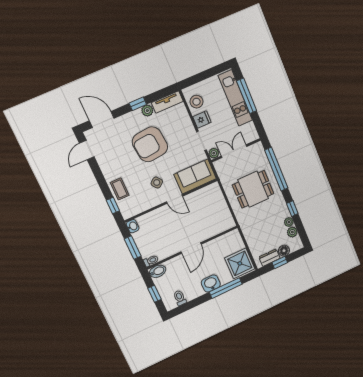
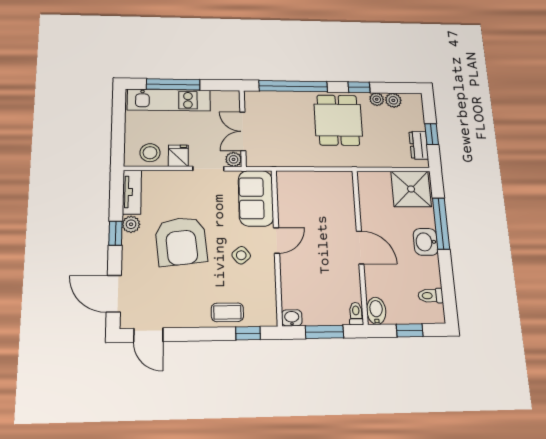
door: (102, 119) -> (114, 294), hinge flipped
dining table: (253, 189) -> (338, 120), moved
floor lamp: (284, 251) -> (416, 122), removed

